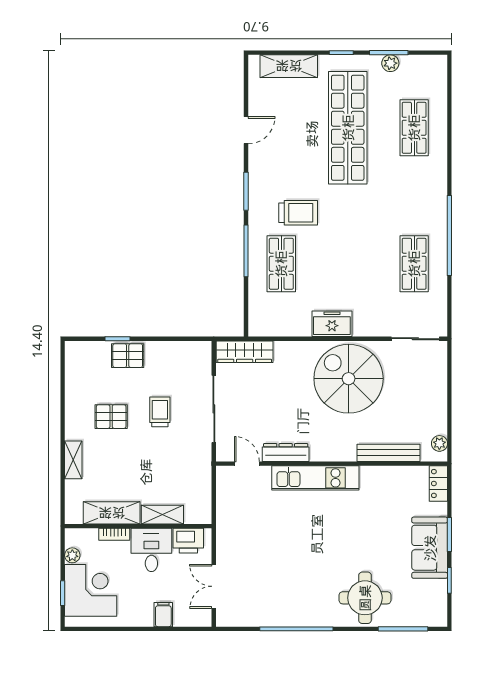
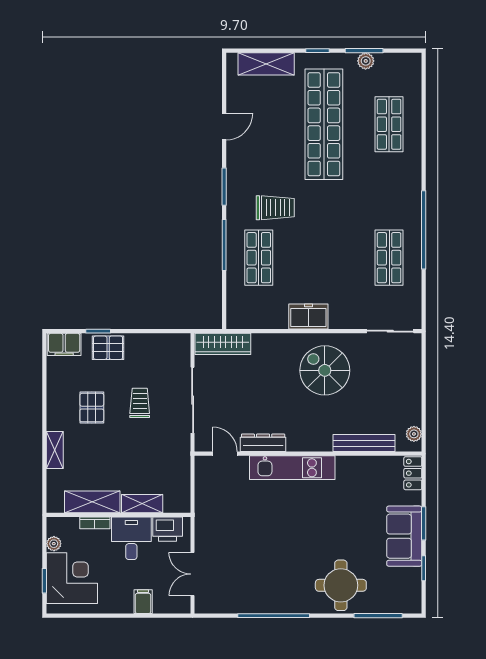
filing cabinet: (83, 352) -> (64, 344), added
spiral stairs: (349, 379) -> (325, 370), width x0.73, depth x0.73
pallet: (111, 417) -> (92, 408), turned 90

